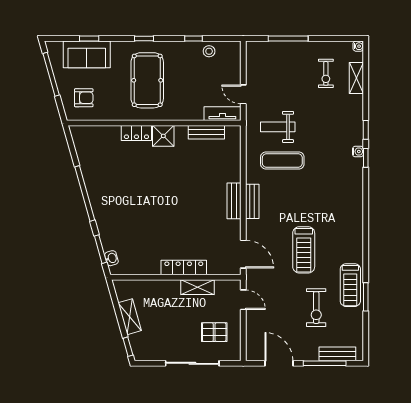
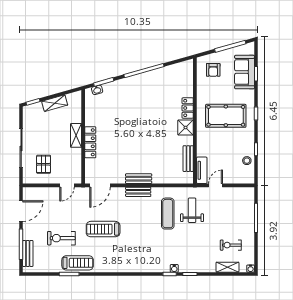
treadmill: (350, 285) -> (78, 263), turned 180
shelving: (198, 287) -> (76, 135), moved

